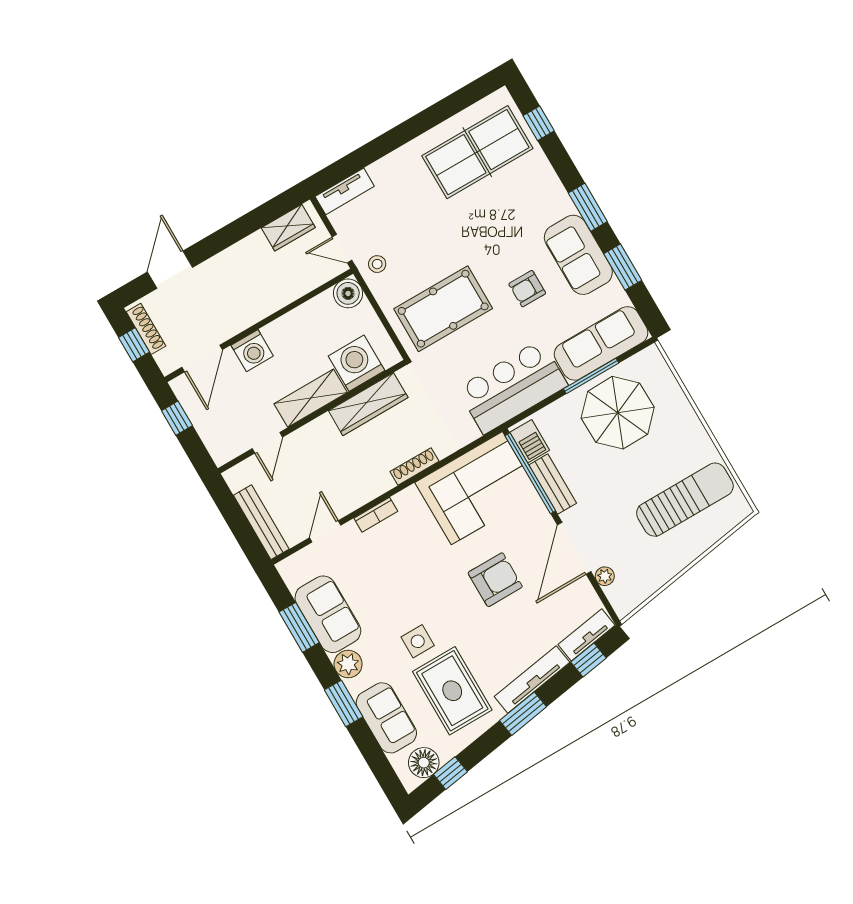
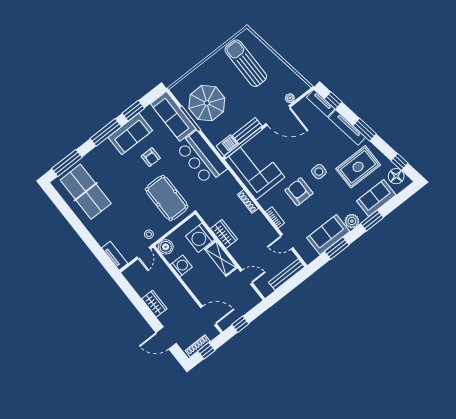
window: (539, 123) -> (67, 163), width x2.17
window: (588, 207) -> (106, 132), width x1.44
wardrobe: (288, 228) -> (154, 304), moved
washing machine: (252, 351) -> (181, 266), moved
wardrobe: (368, 404) -> (224, 234), width x0.67
armchair: (495, 580) -> (299, 192), moved
side table: (418, 641) -> (319, 172), moved

